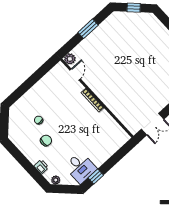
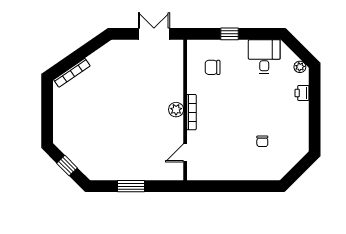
plant: (70, 59) -> (176, 110), moved
chair: (46, 141) -> (213, 67), moved
window: (96, 177) -> (229, 34), moved

